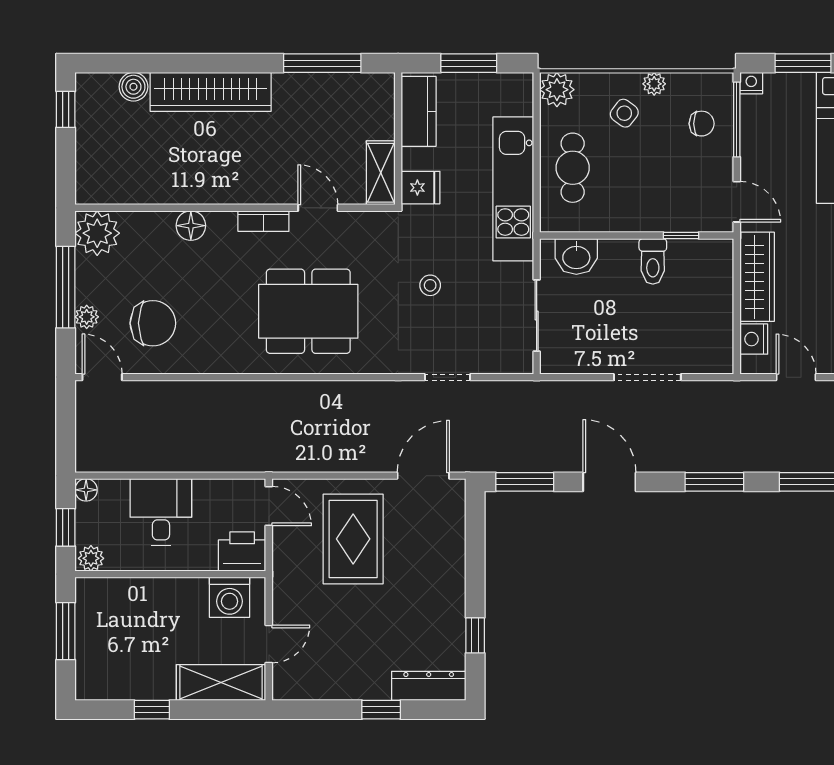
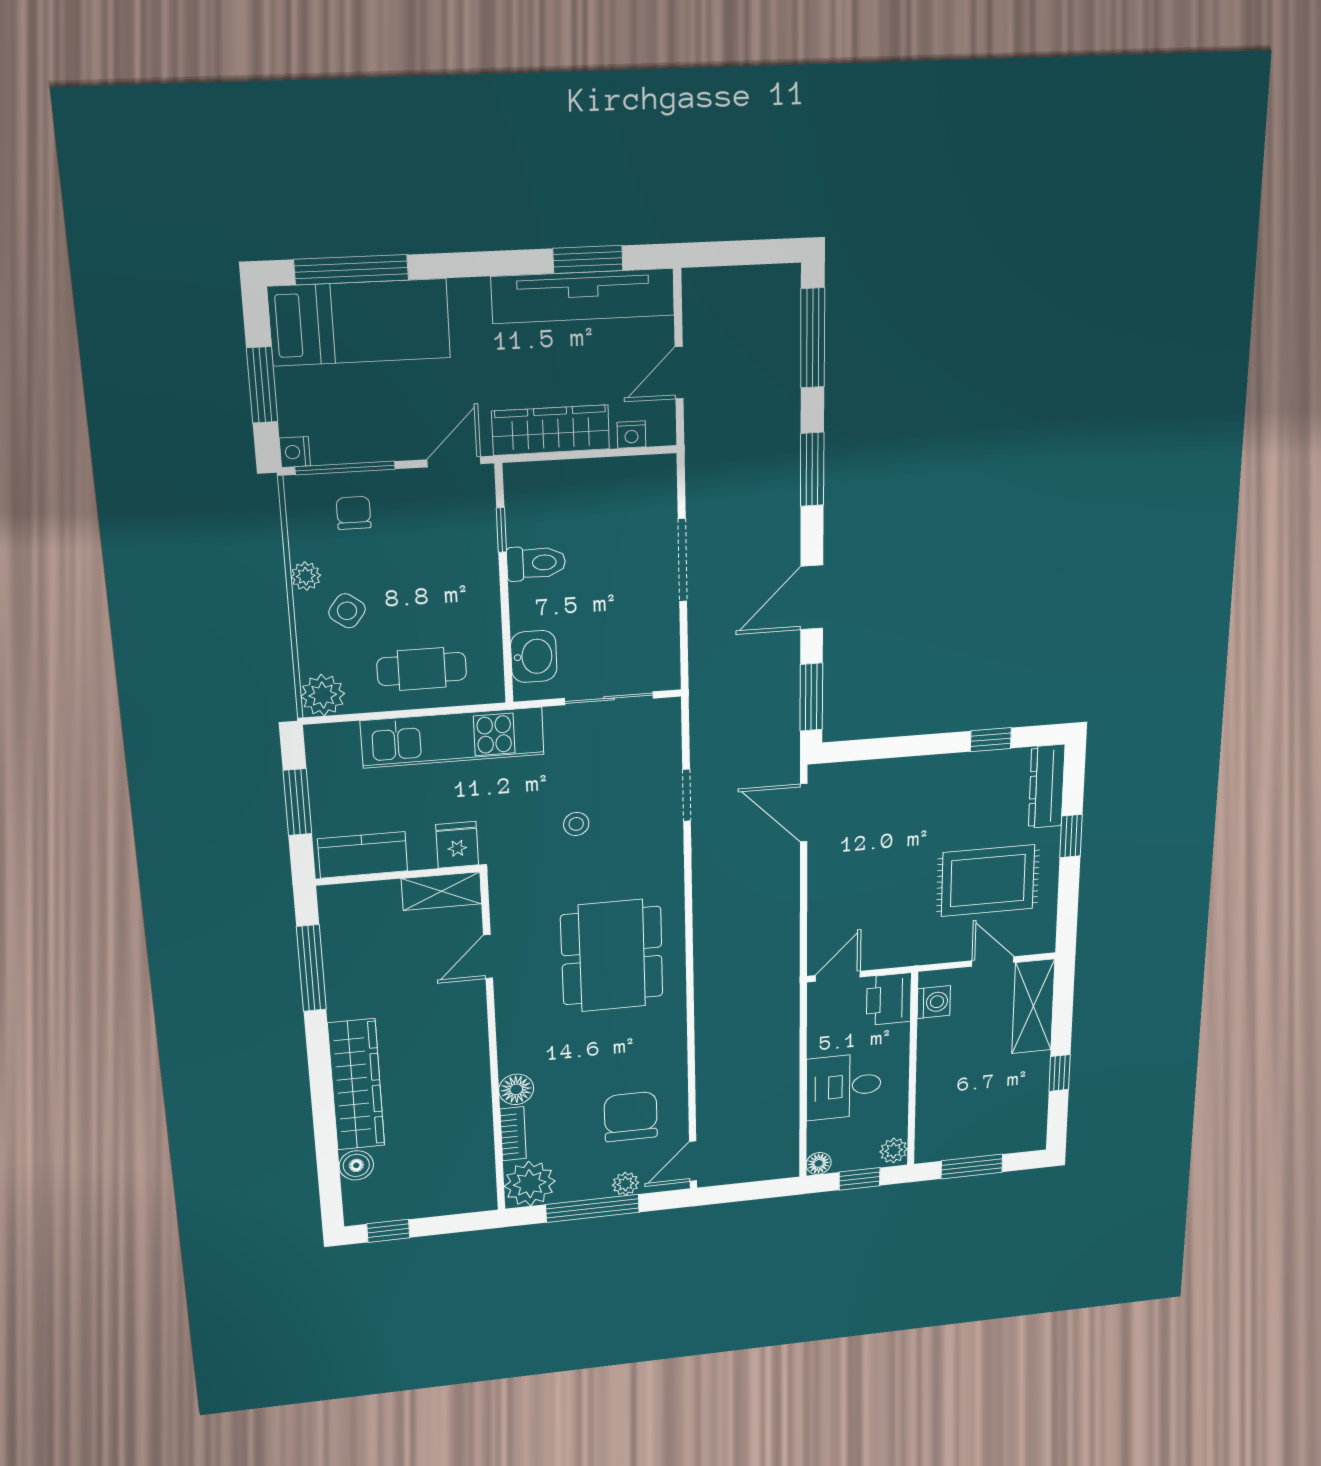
bookcase: (263, 221) -> (513, 1134), moved
nightstand: (754, 339) -> (631, 435), width x0.72, depth x0.74
rug: (353, 539) -> (988, 881), moved
washing machine: (230, 597) -> (934, 1002), width x0.73, depth x0.73

